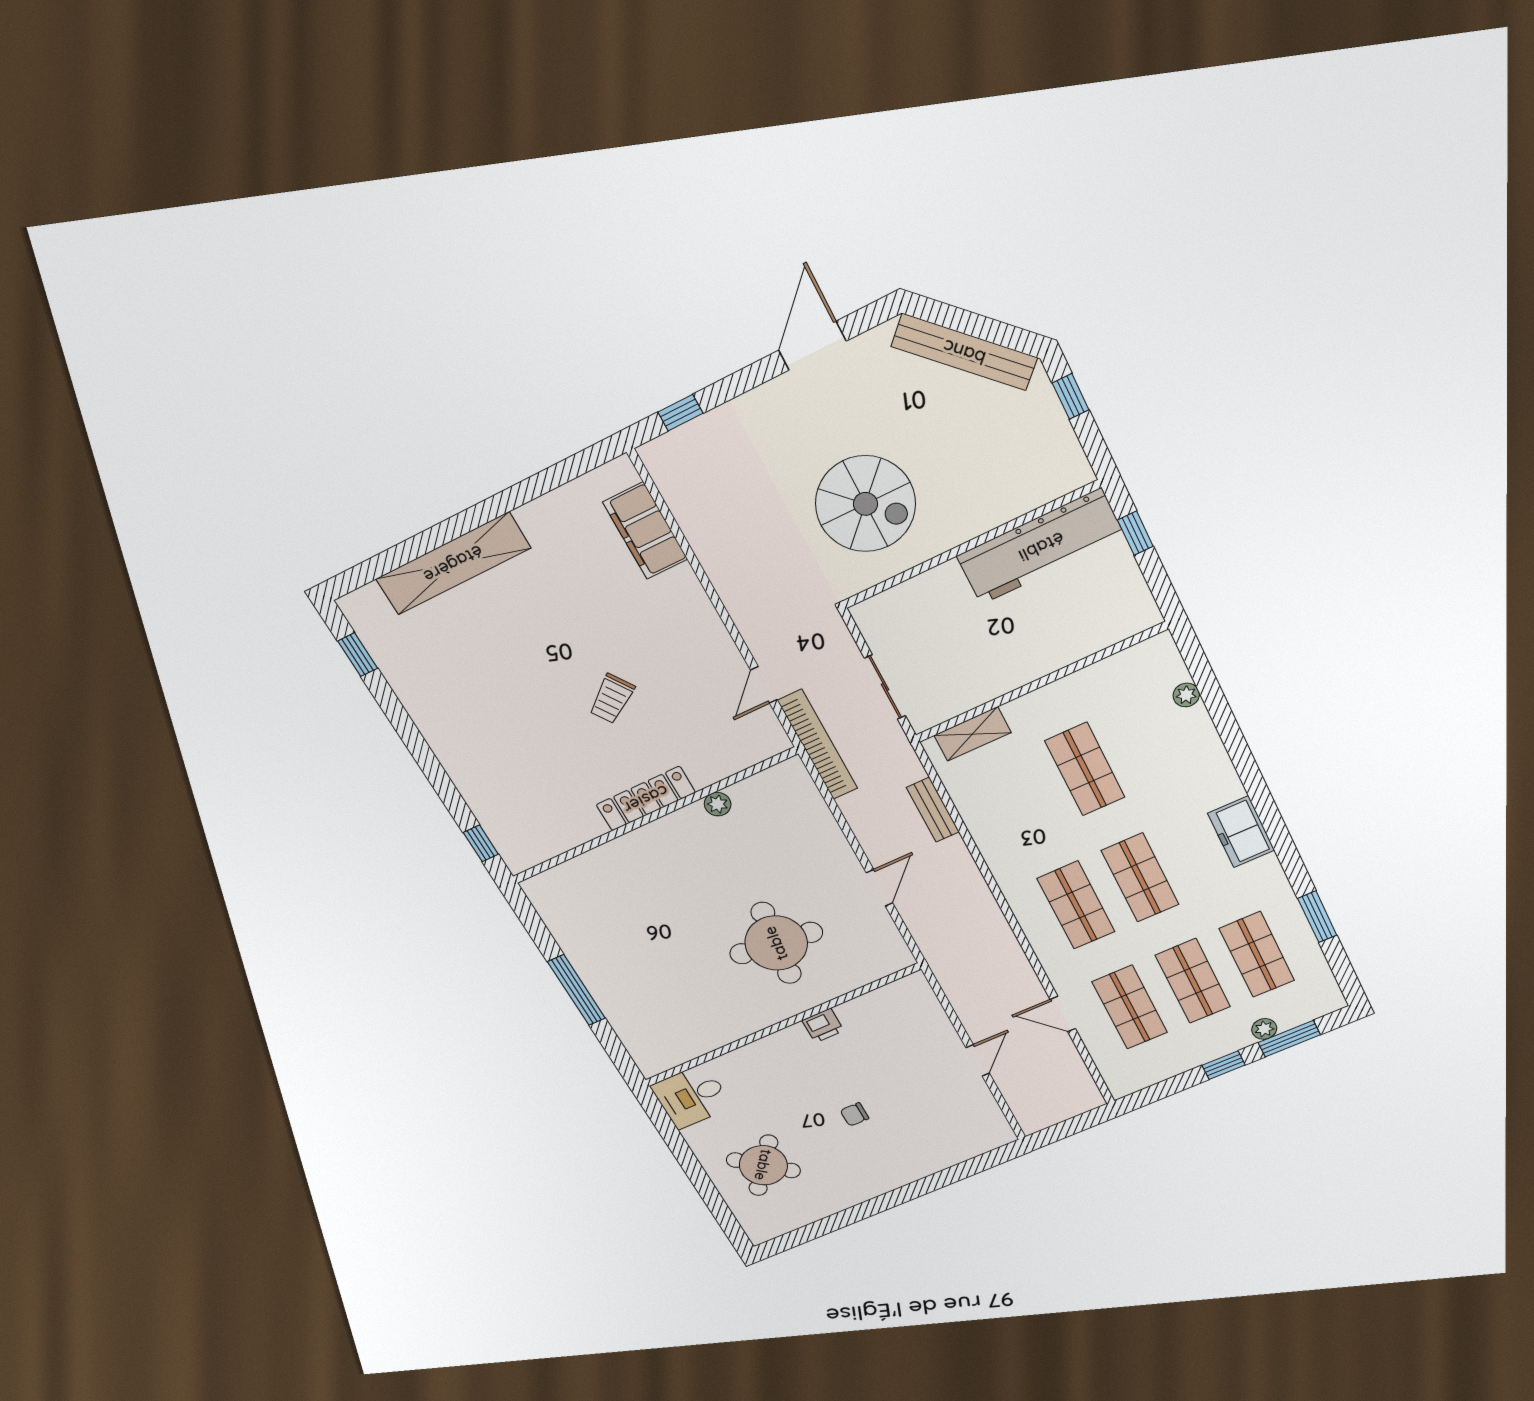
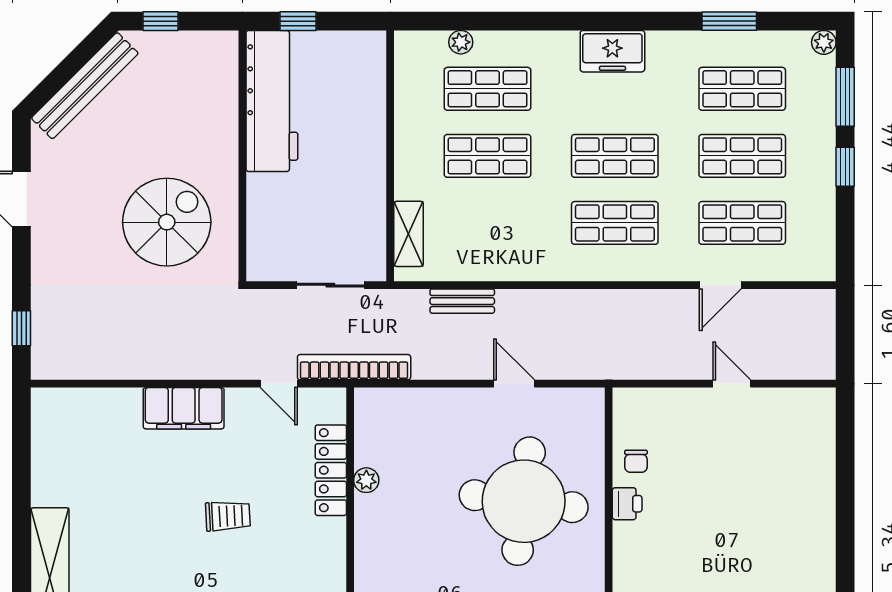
filing cabinet: (645, 531) -> (184, 408), moved
trolley: (612, 699) -> (228, 516), turned -58
shop shelf: (1151, 740) -> (487, 89), added
locker: (646, 799) -> (331, 470), moved
round table: (776, 943) -> (524, 501), width x1.36, depth x1.36
plant: (1264, 1029) -> (824, 42), moved
chair: (854, 1114) -> (636, 461), moved

